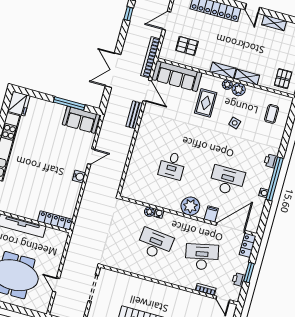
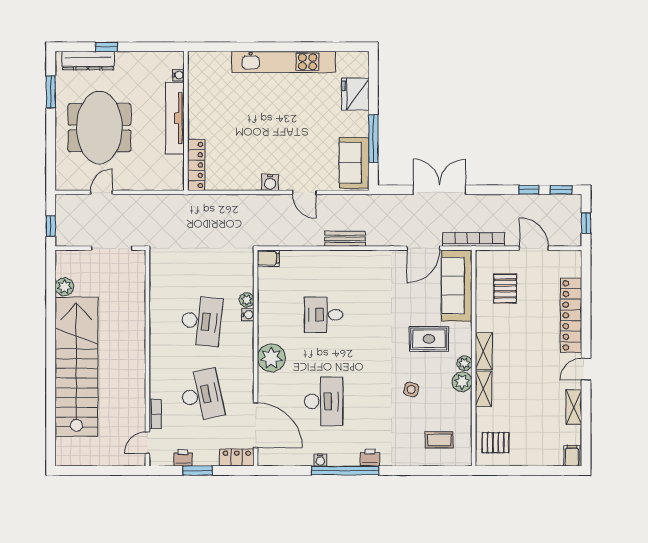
fridge: (19, 104) -> (355, 94), moved, turned 90
bench: (134, 115) -> (345, 239), moved
filing cabinet: (211, 214) -> (268, 258), moved

